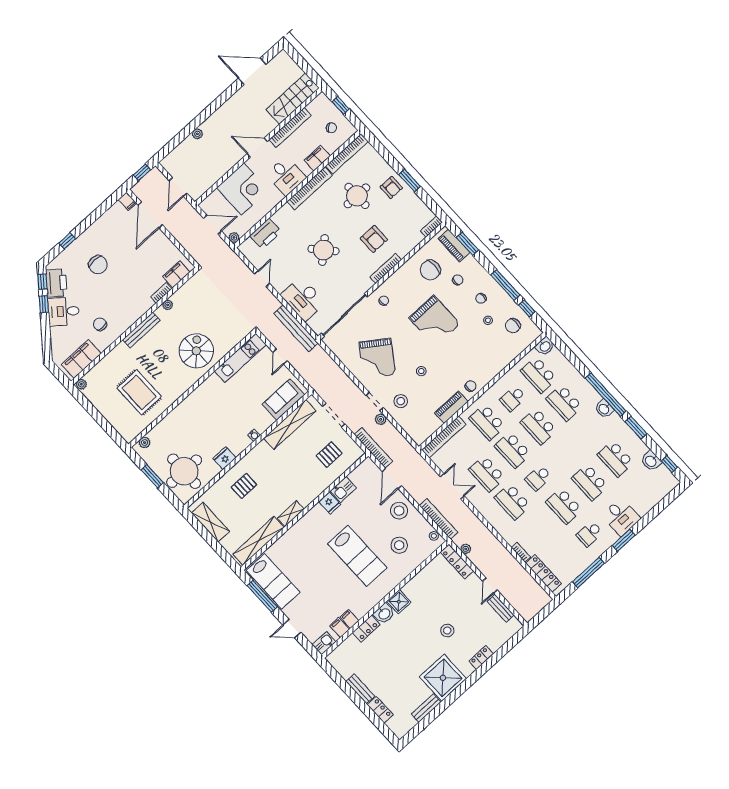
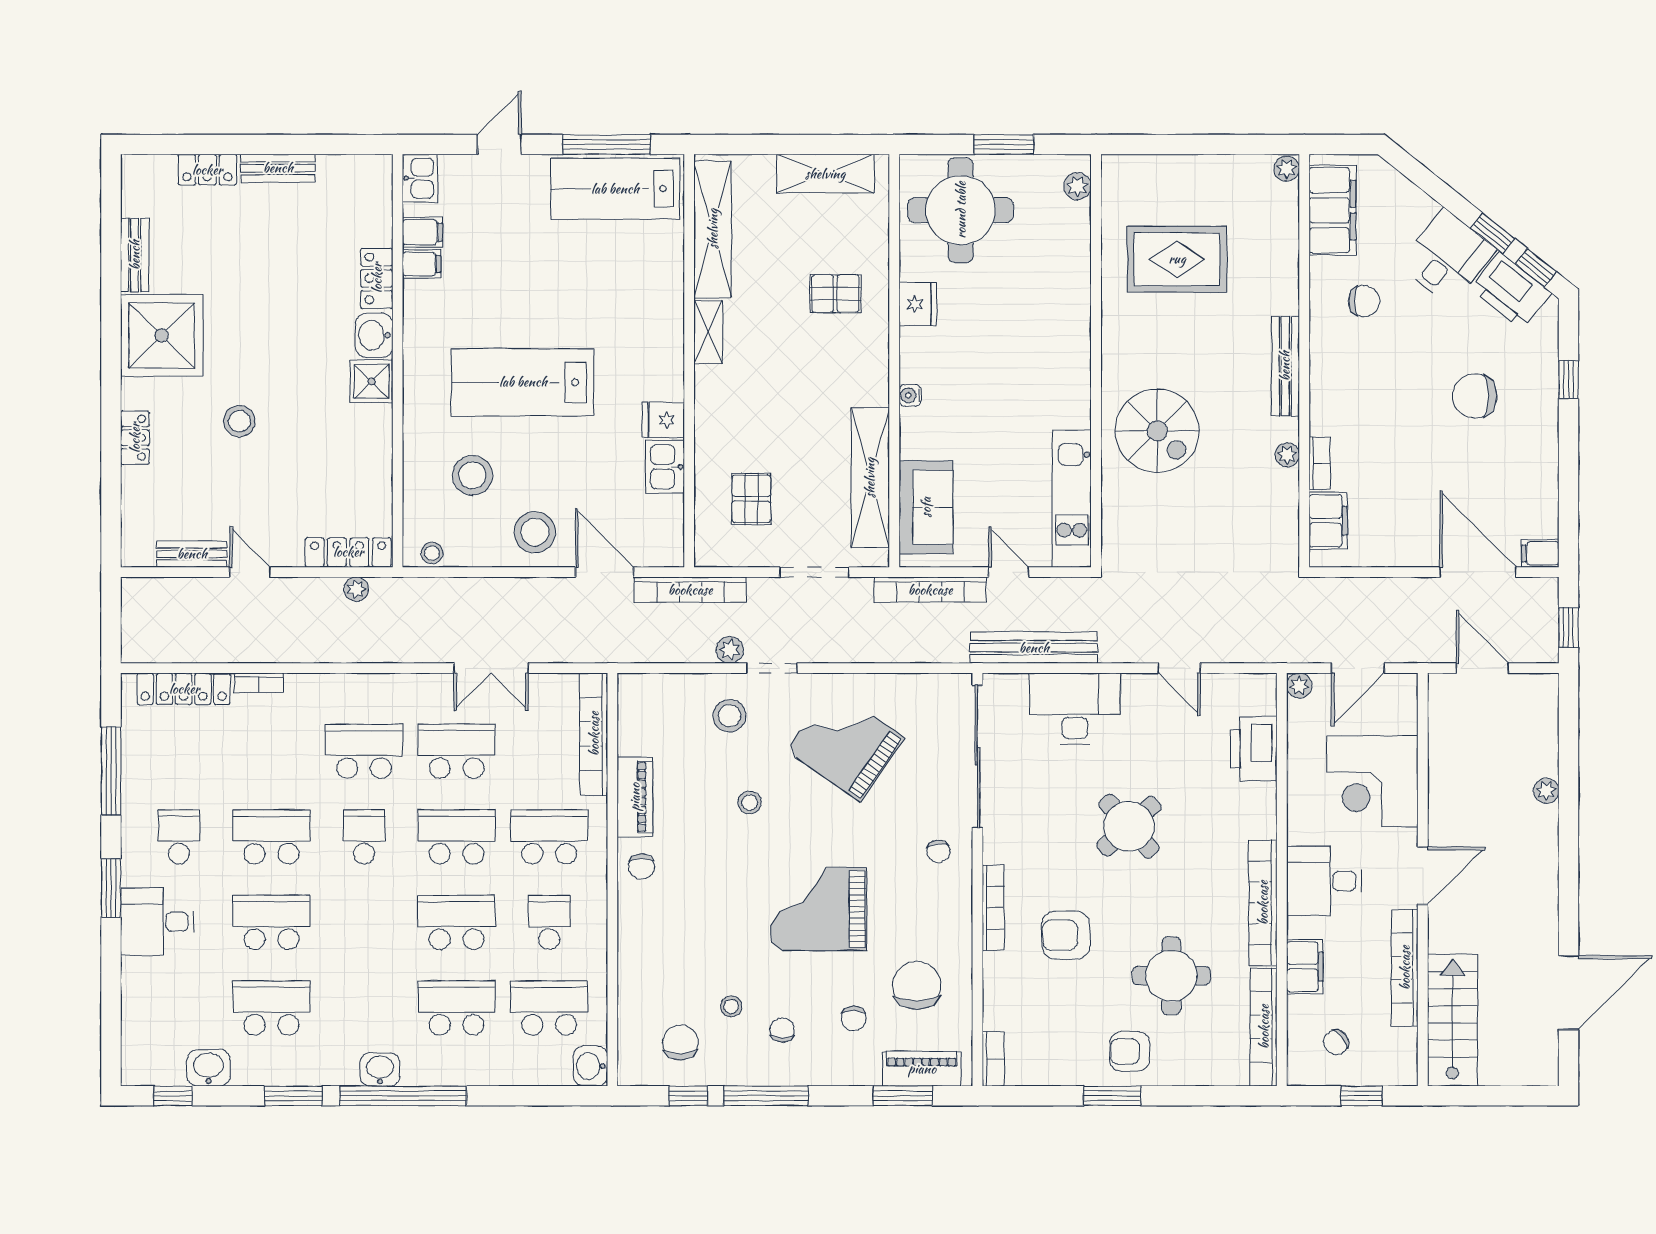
pallet: (244, 486) -> (835, 294), turned 90
bookcase: (439, 519) -> (930, 590), moved

